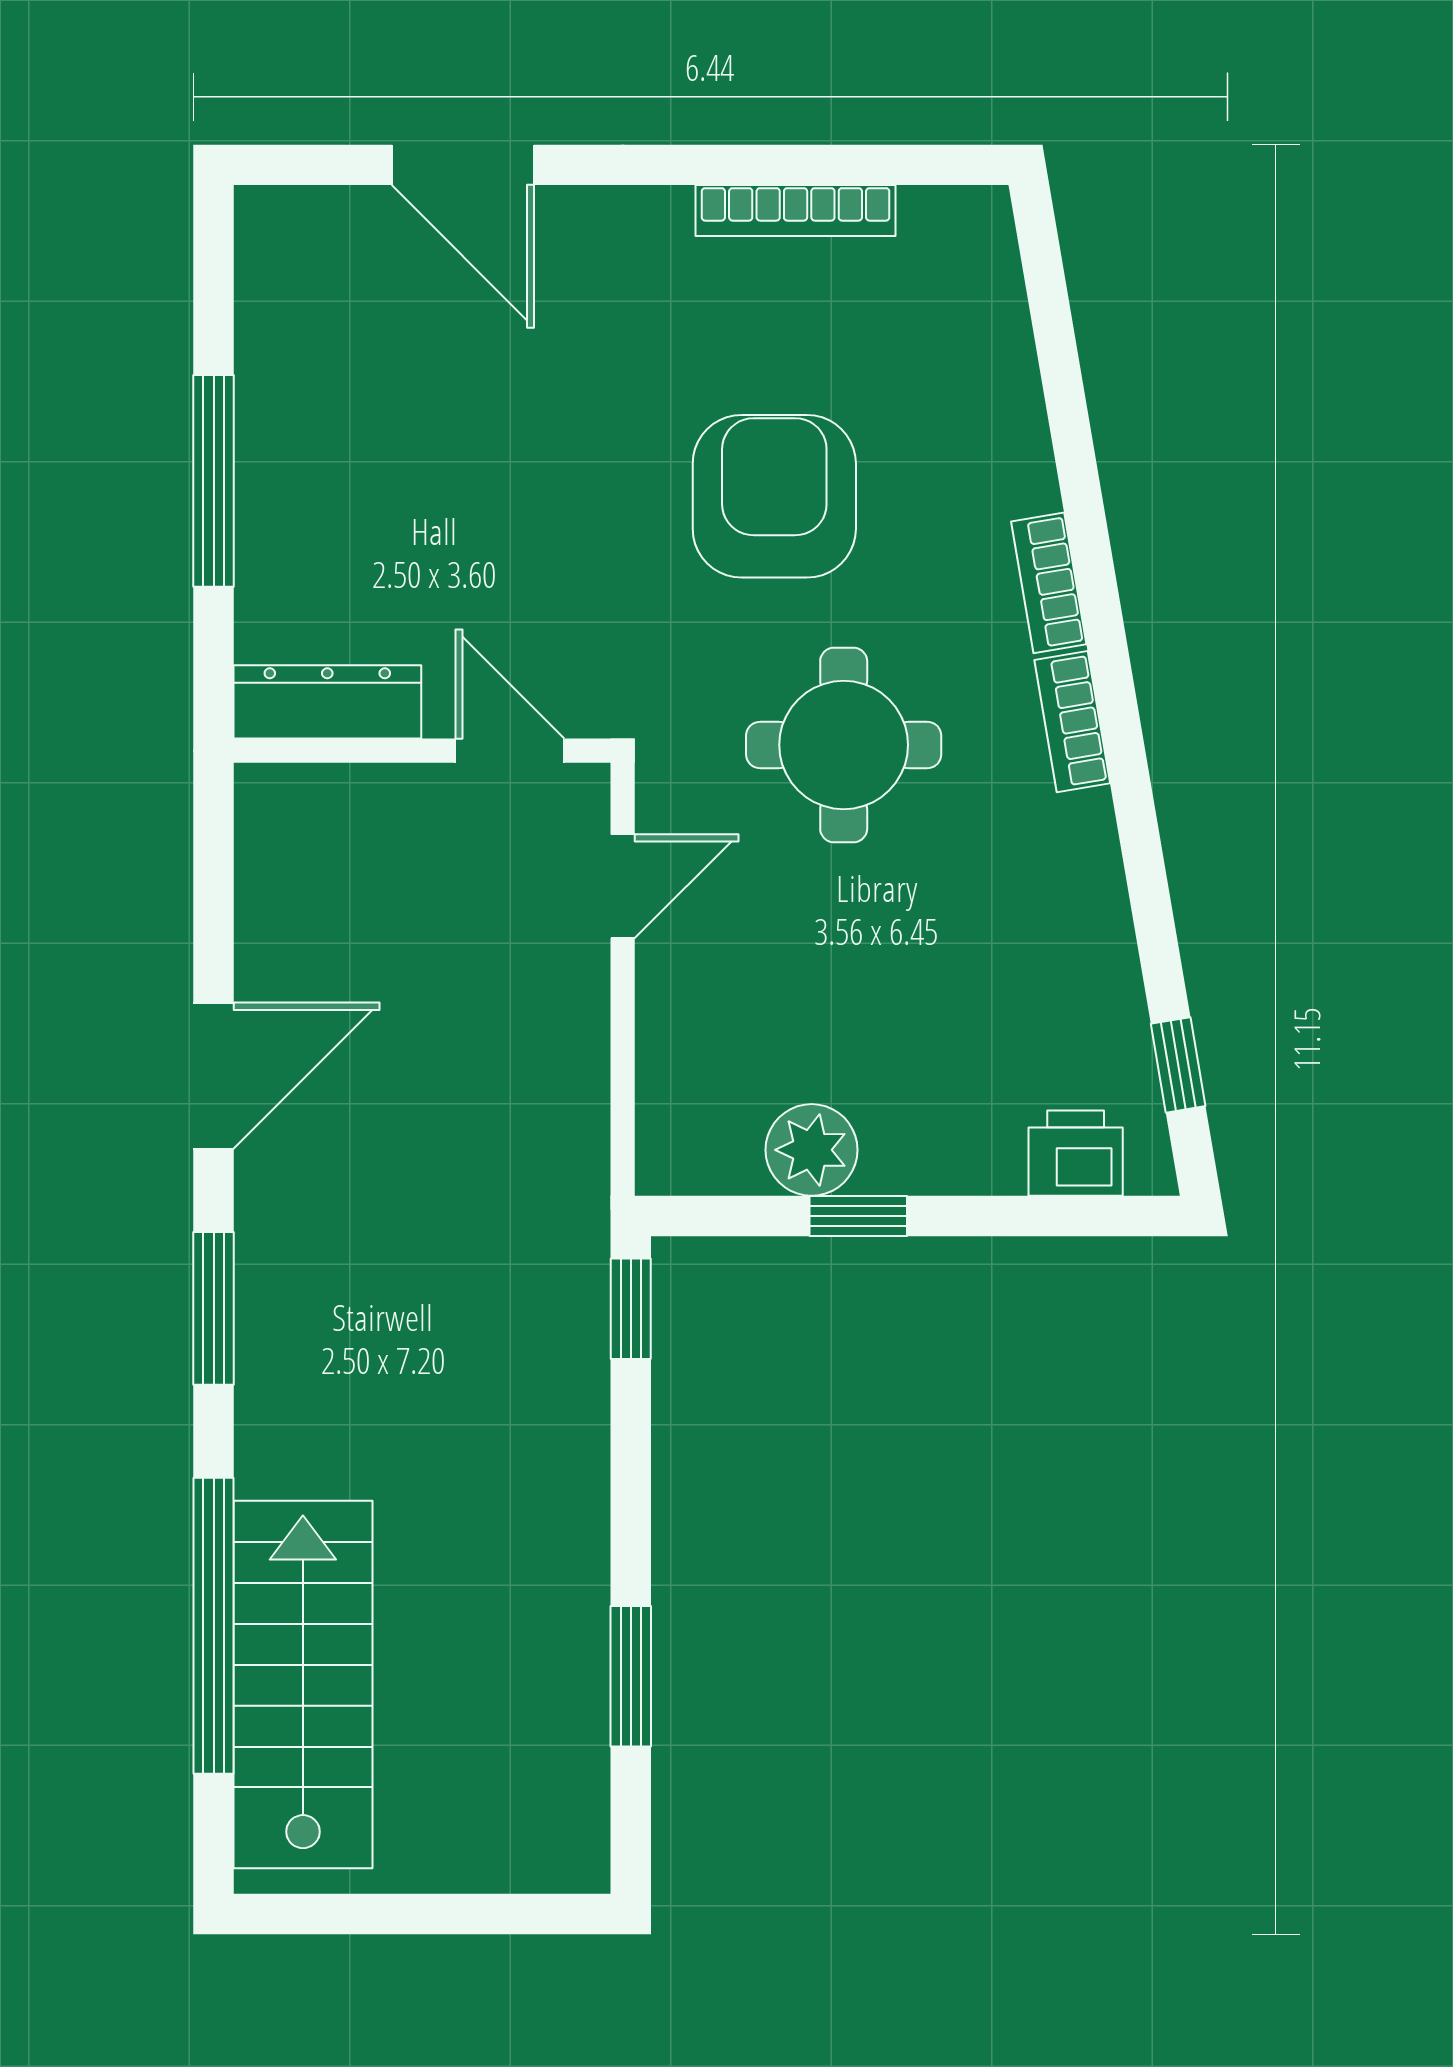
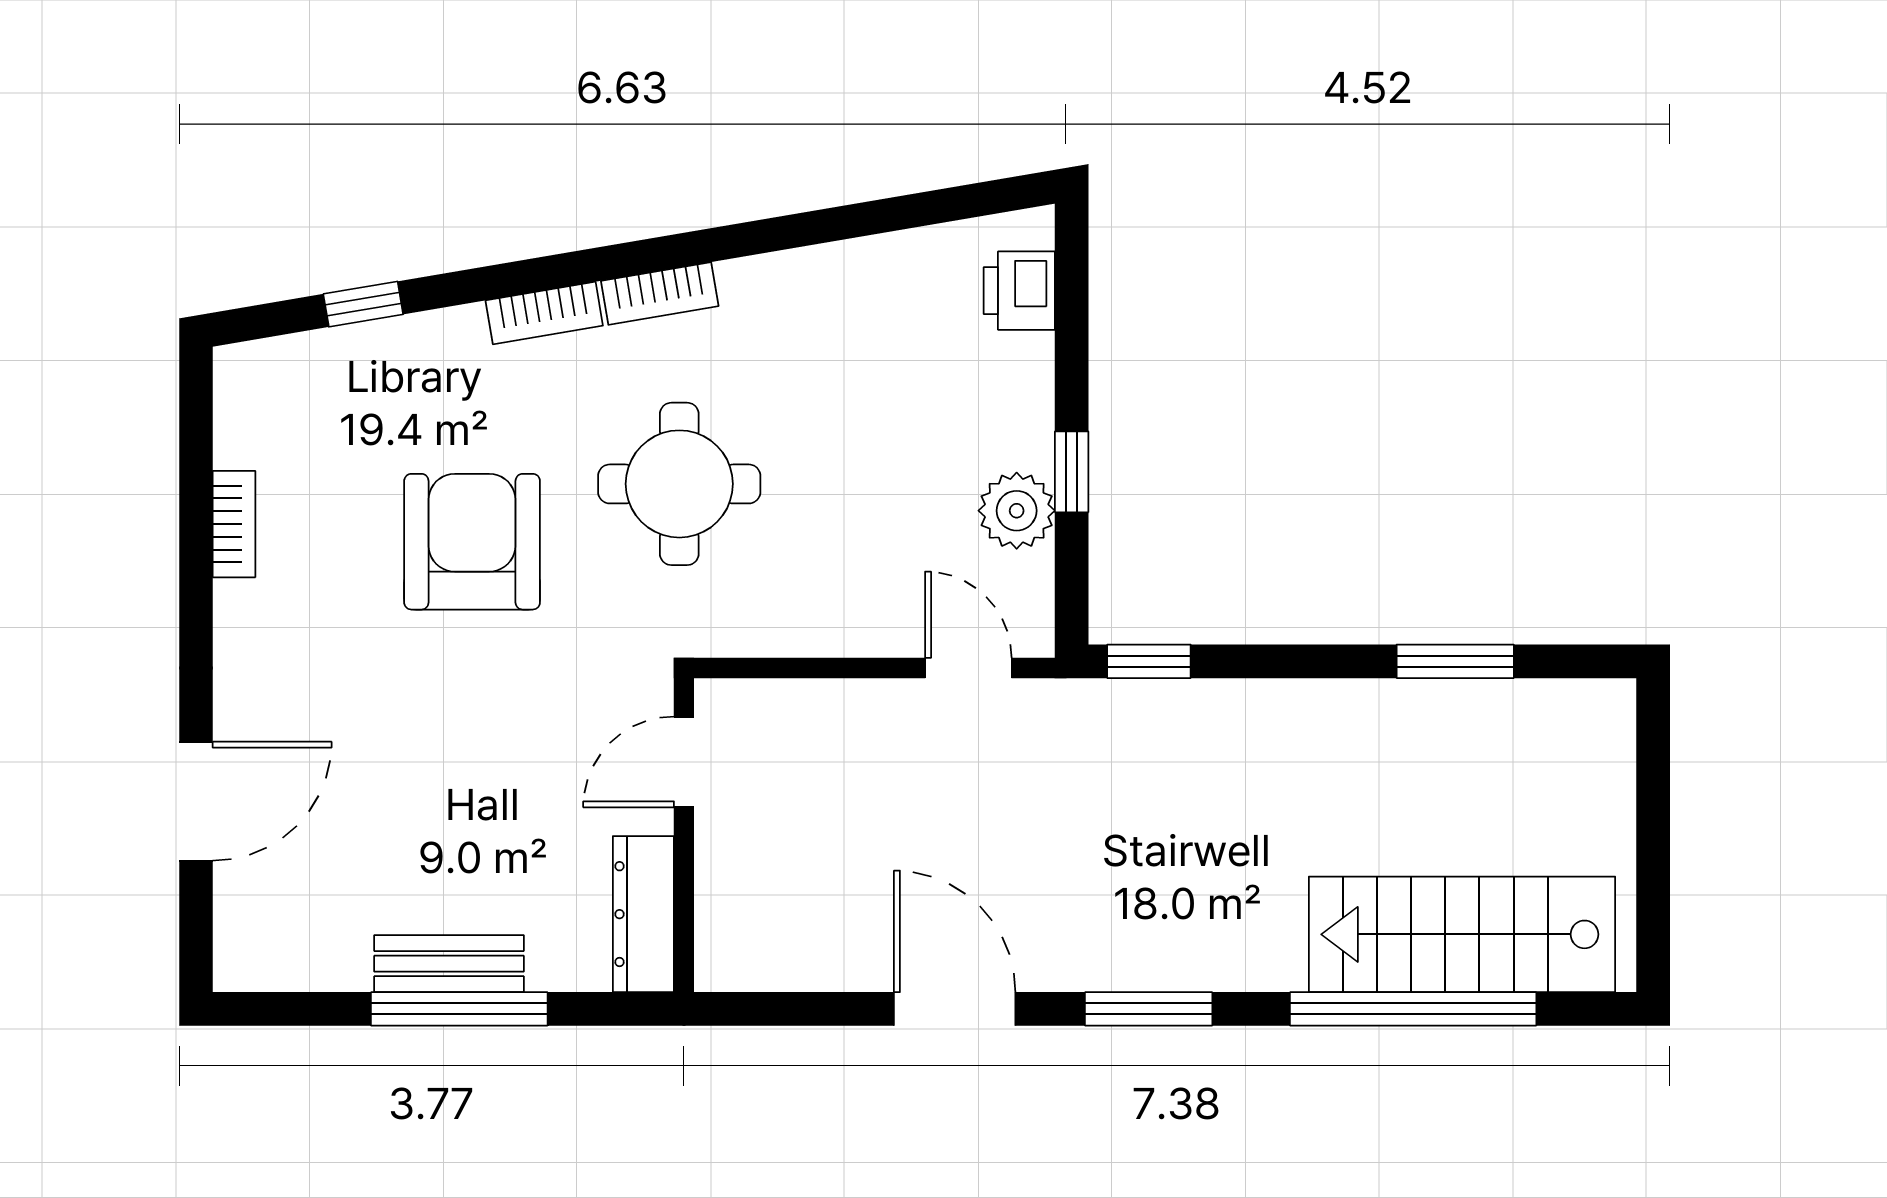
bookcase: (796, 211) -> (234, 524), width x0.64
bench: (268, 469) -> (449, 964), added
armchair: (774, 496) -> (472, 542), turned 90
door: (623, 886) -> (968, 668), moved
window: (1178, 1065) -> (363, 304), moved

